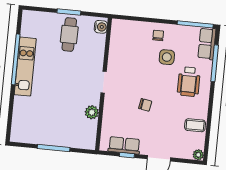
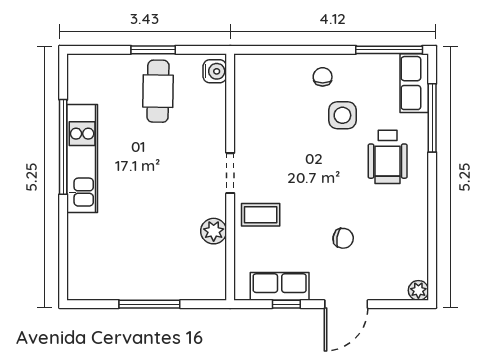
chair: (145, 105) -> (343, 238), moved
coffee table: (195, 125) -> (261, 215), moved

